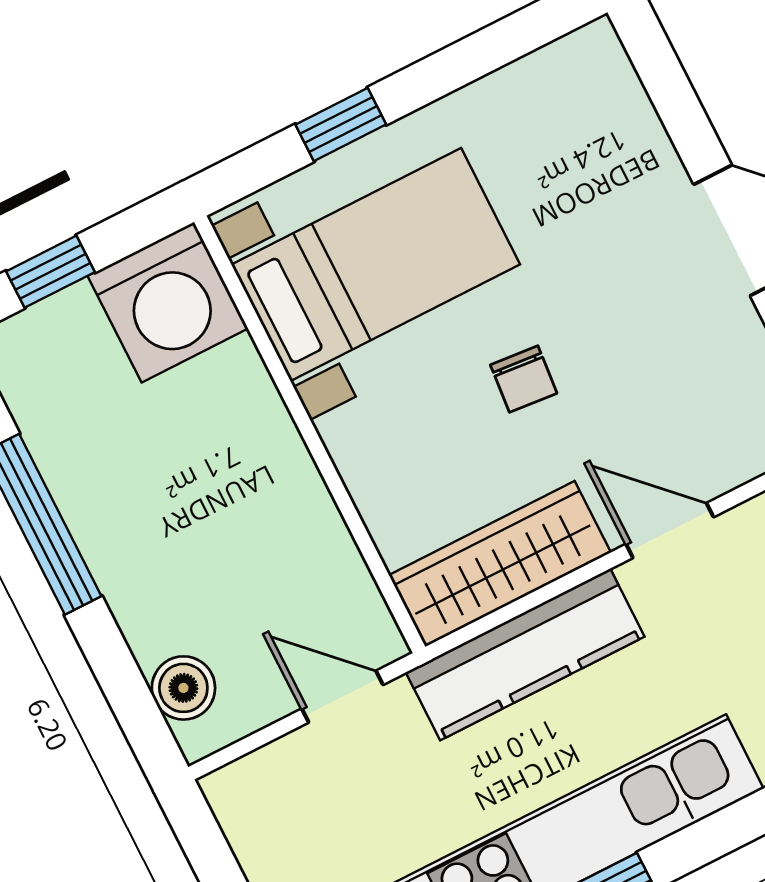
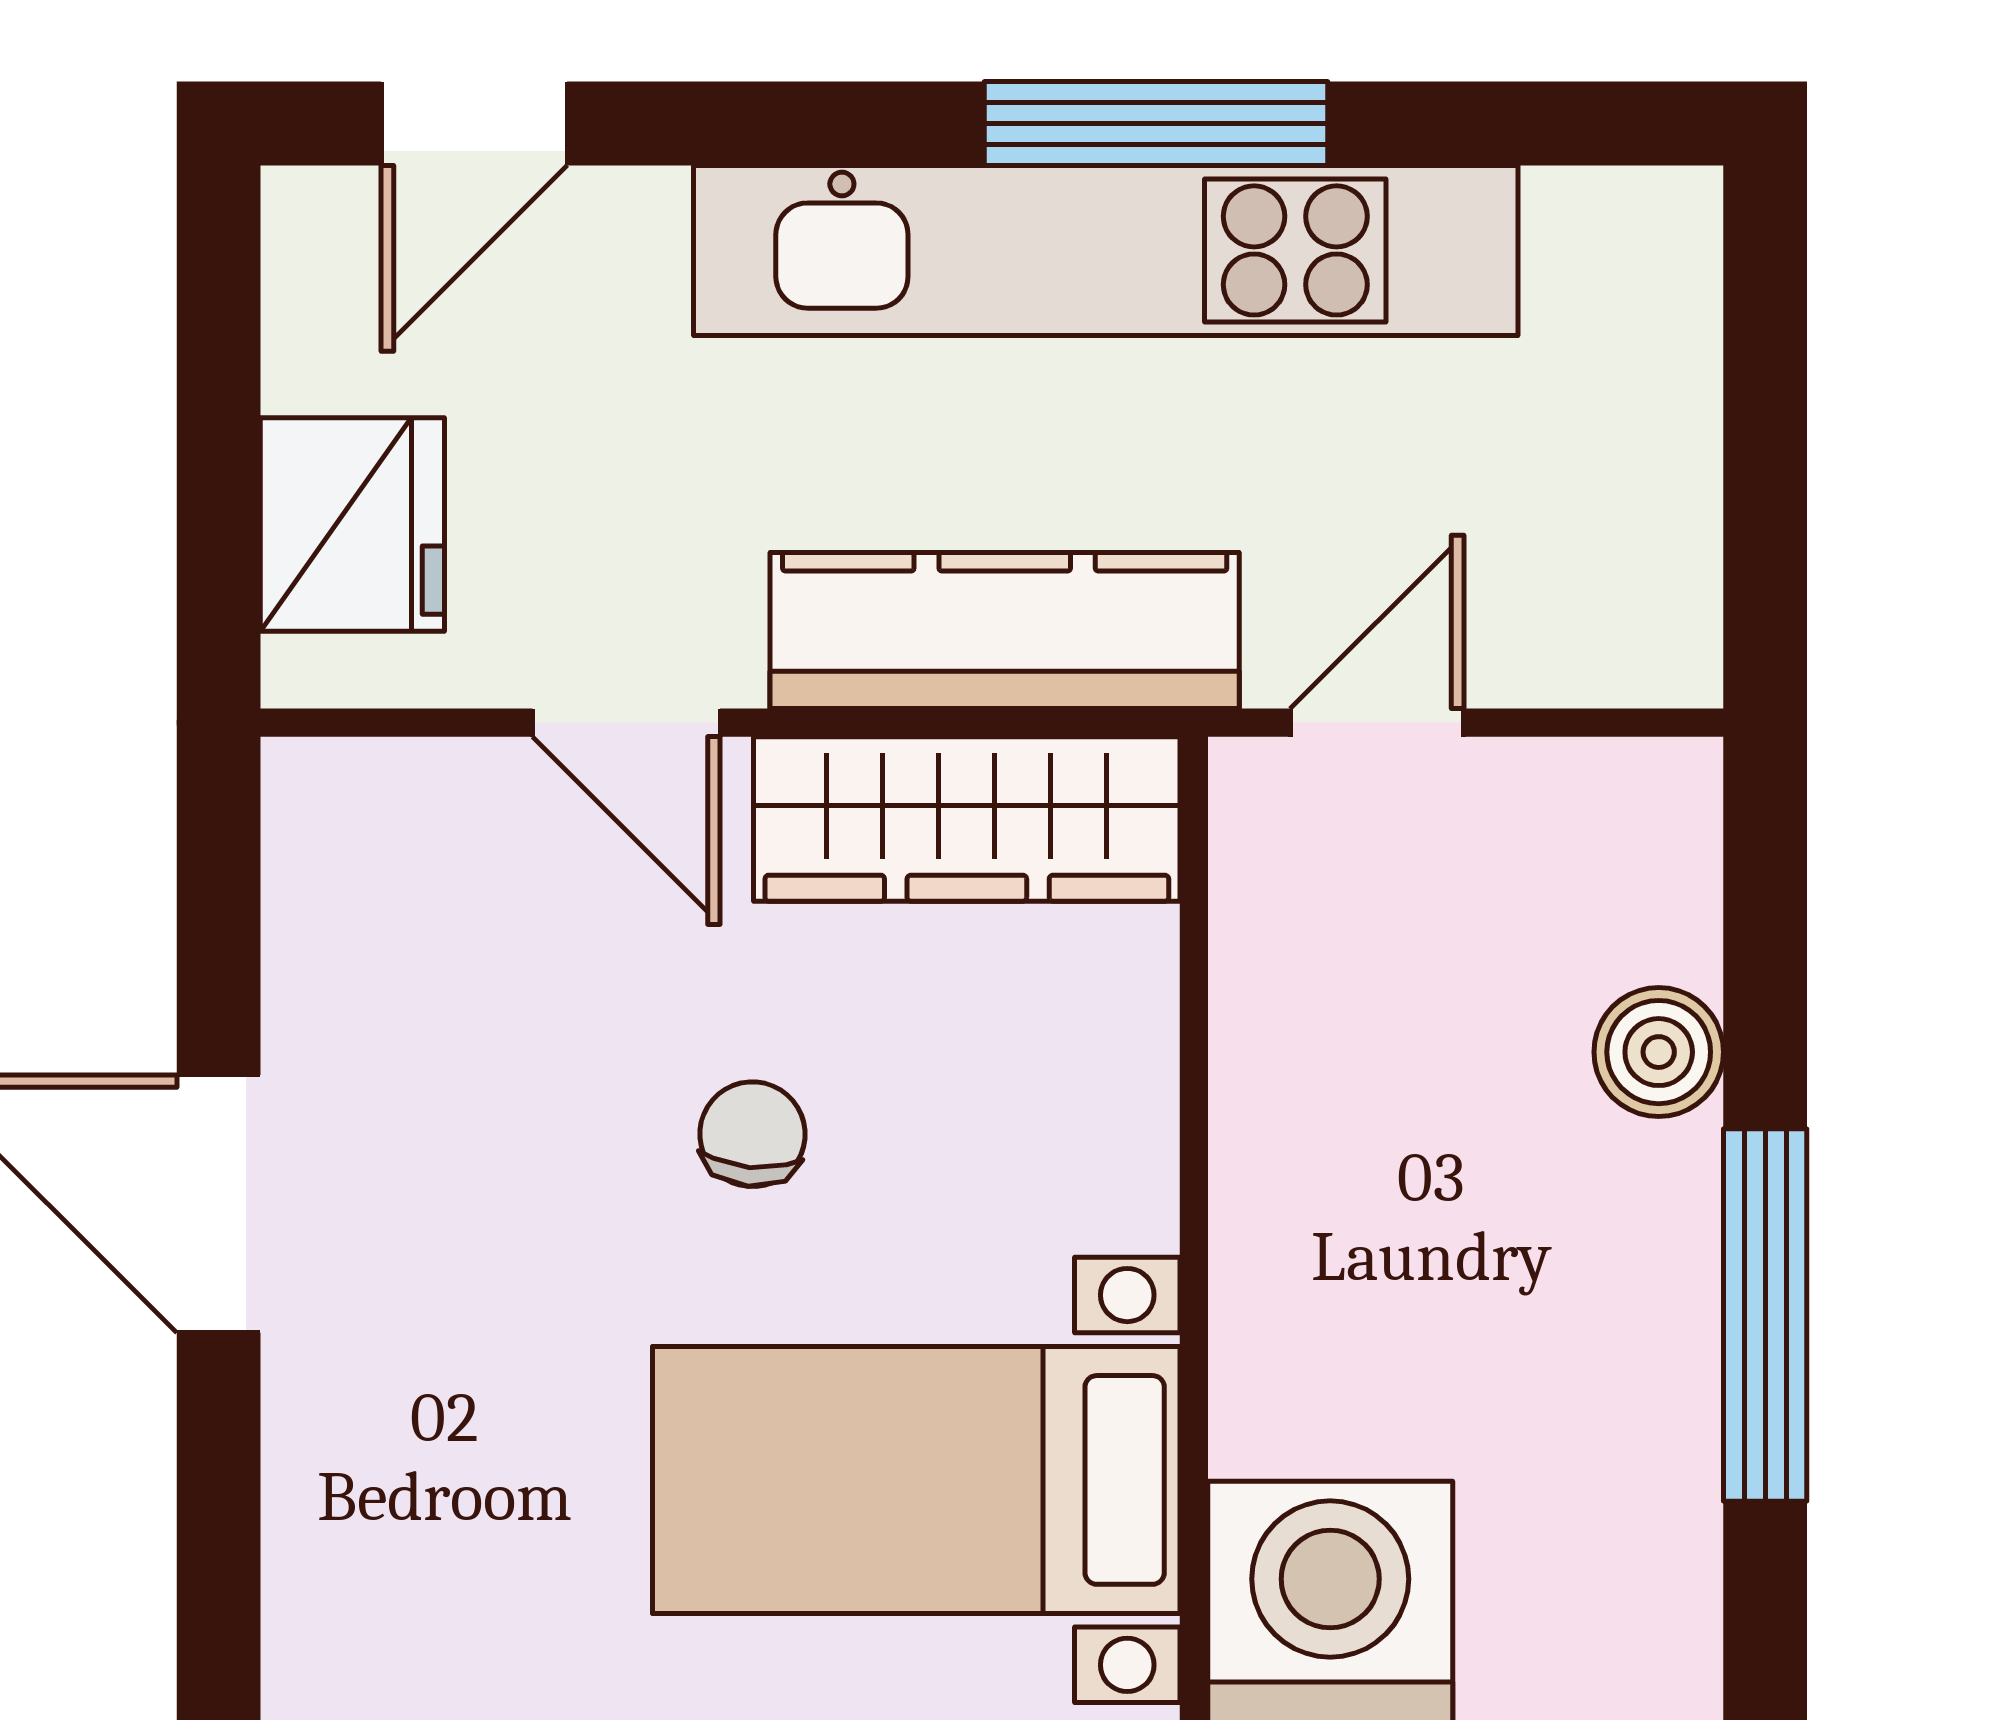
boiler: (183, 688) -> (1659, 1052), moved
door: (342, 697) -> (1377, 723), swing flipped

